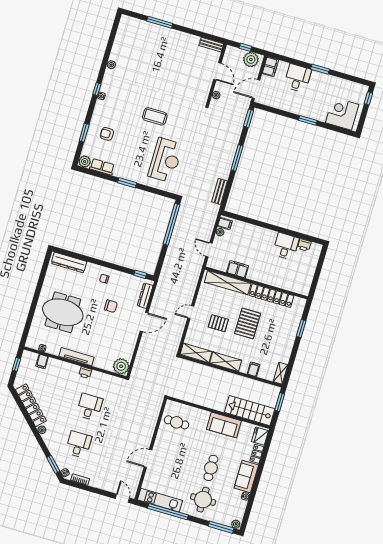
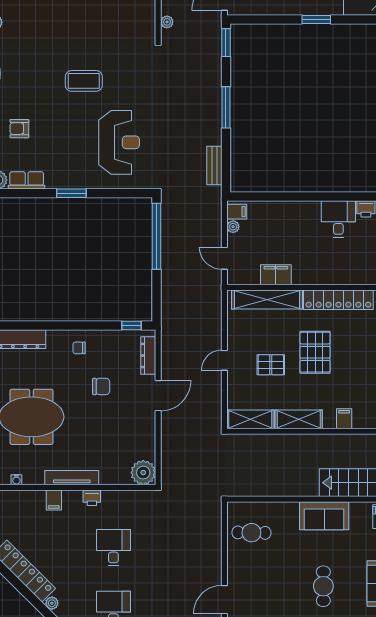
filing cabinet: (42, 361) -> (54, 500), moved

